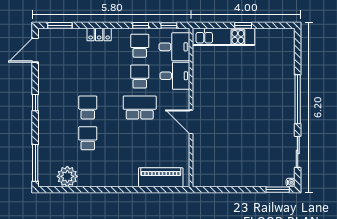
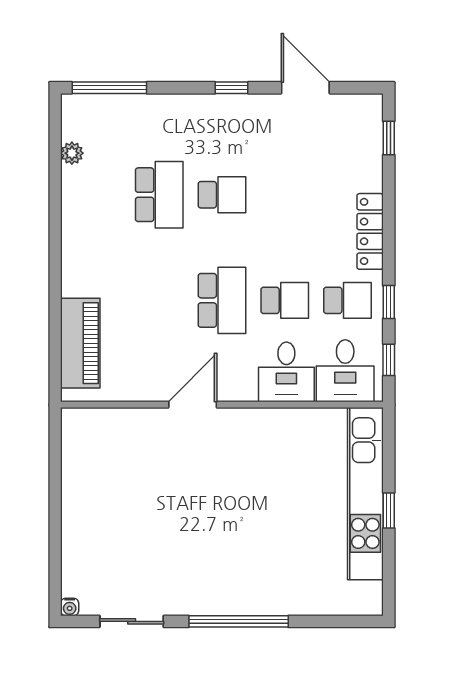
window: (60, 25) -> (389, 138), width x0.67
locker: (99, 35) -> (370, 231), width x1.53
kitchen unit: (224, 37) -> (365, 494), width x1.36
door: (35, 50) -> (305, 88), moved
school desk: (88, 138) -> (159, 195), width x1.85
plant: (67, 176) -> (72, 153), width x0.53, depth x0.53
window: (278, 190) -> (55, 580), removed

